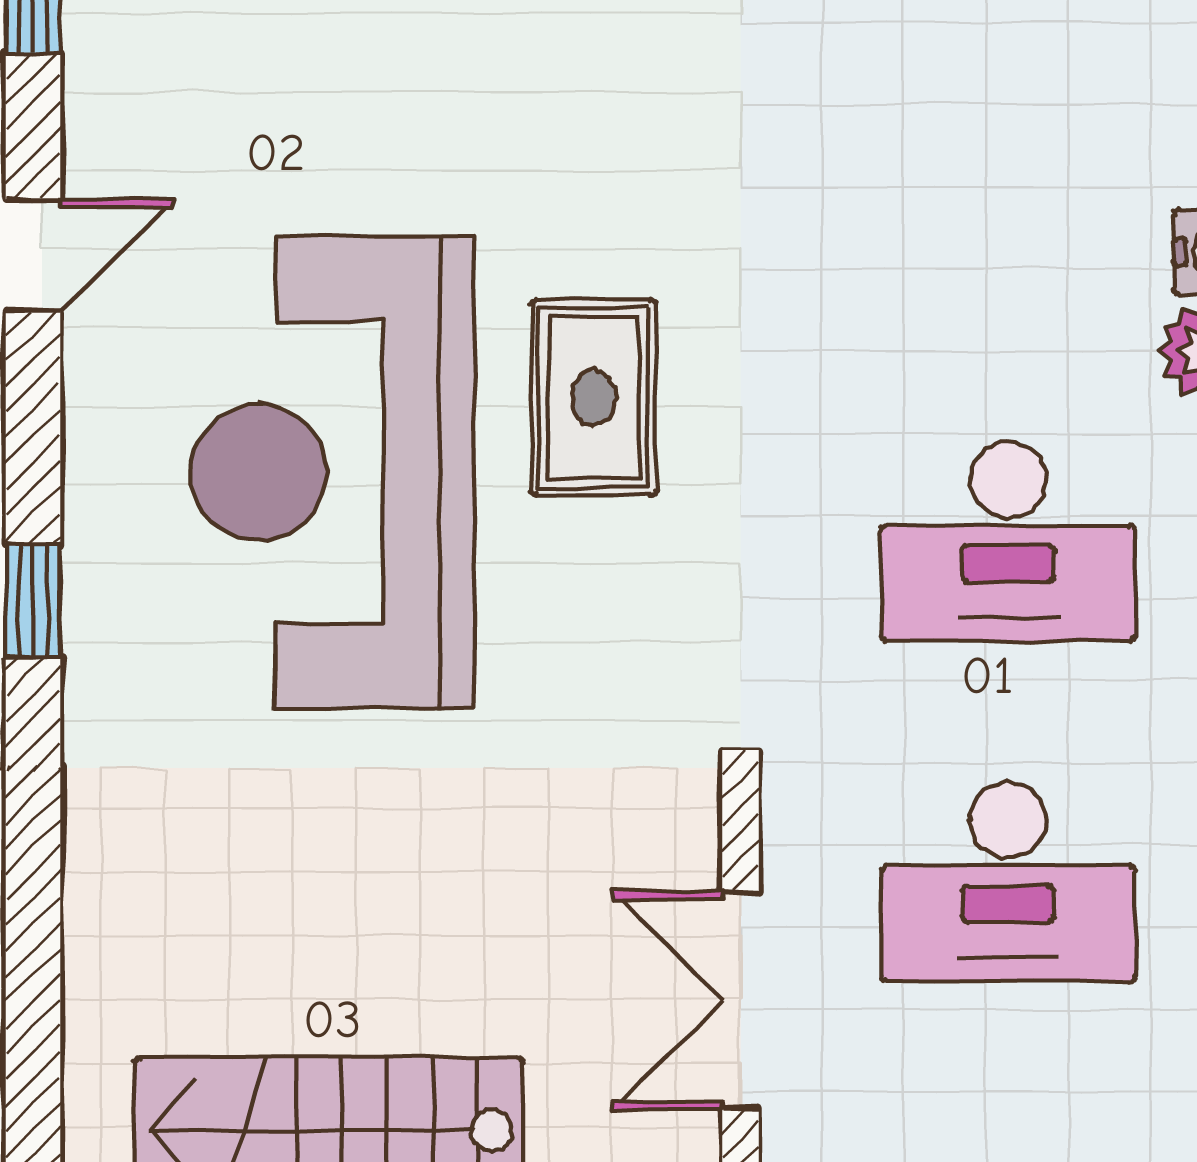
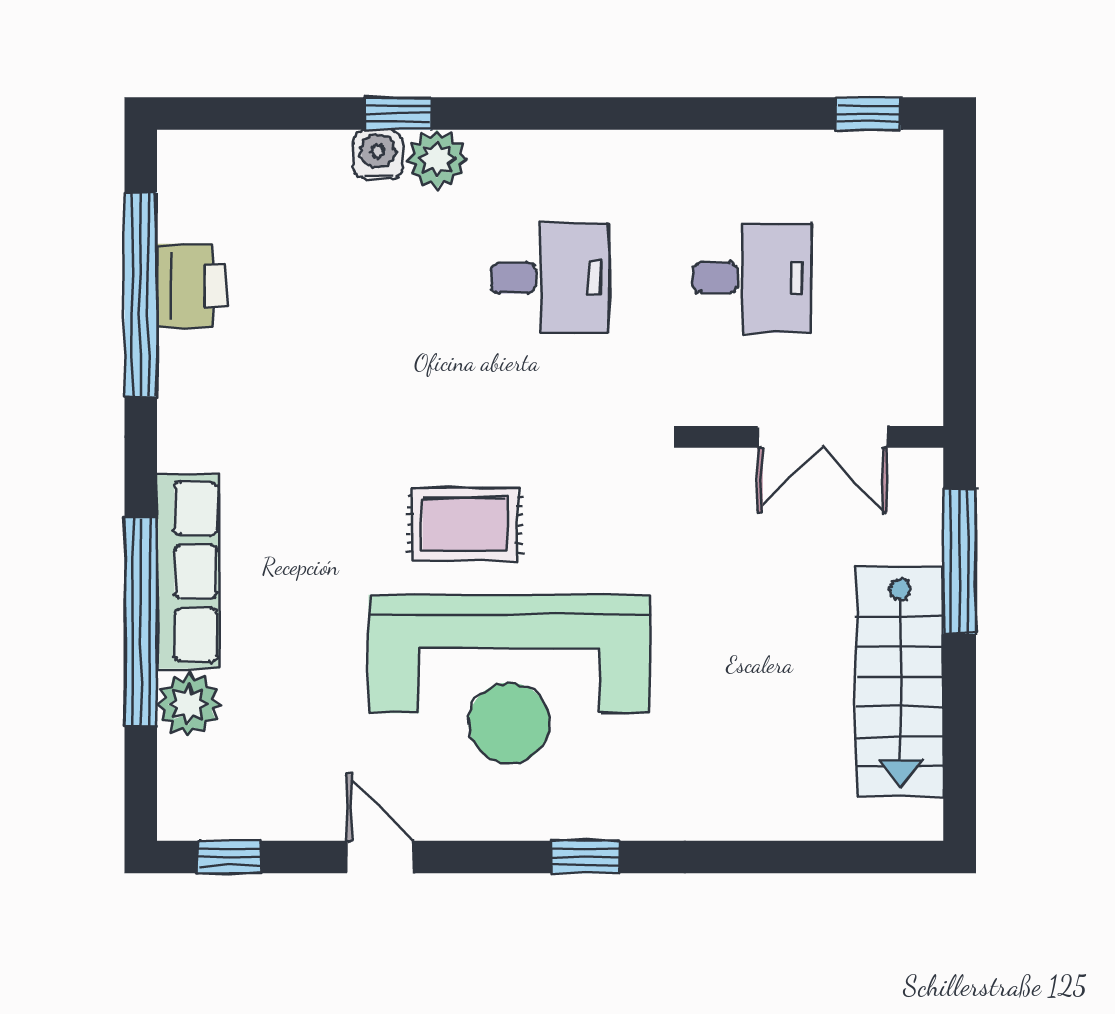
desk: (1008, 541) -> (550, 278), width x0.73
desk: (1008, 882) -> (752, 278), width x0.73

